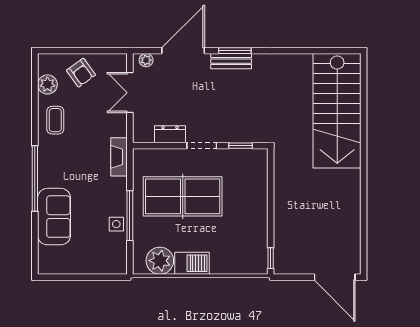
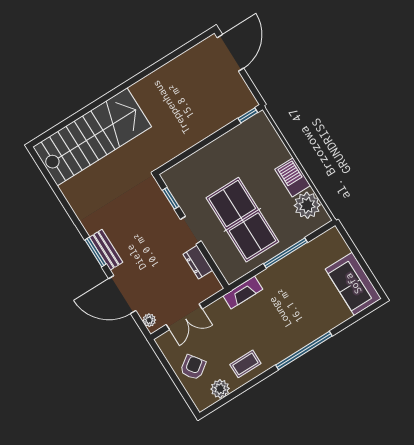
sofa: (54, 217) -> (353, 284), moved, turned -90
side table: (116, 224) -> (299, 260), removed

